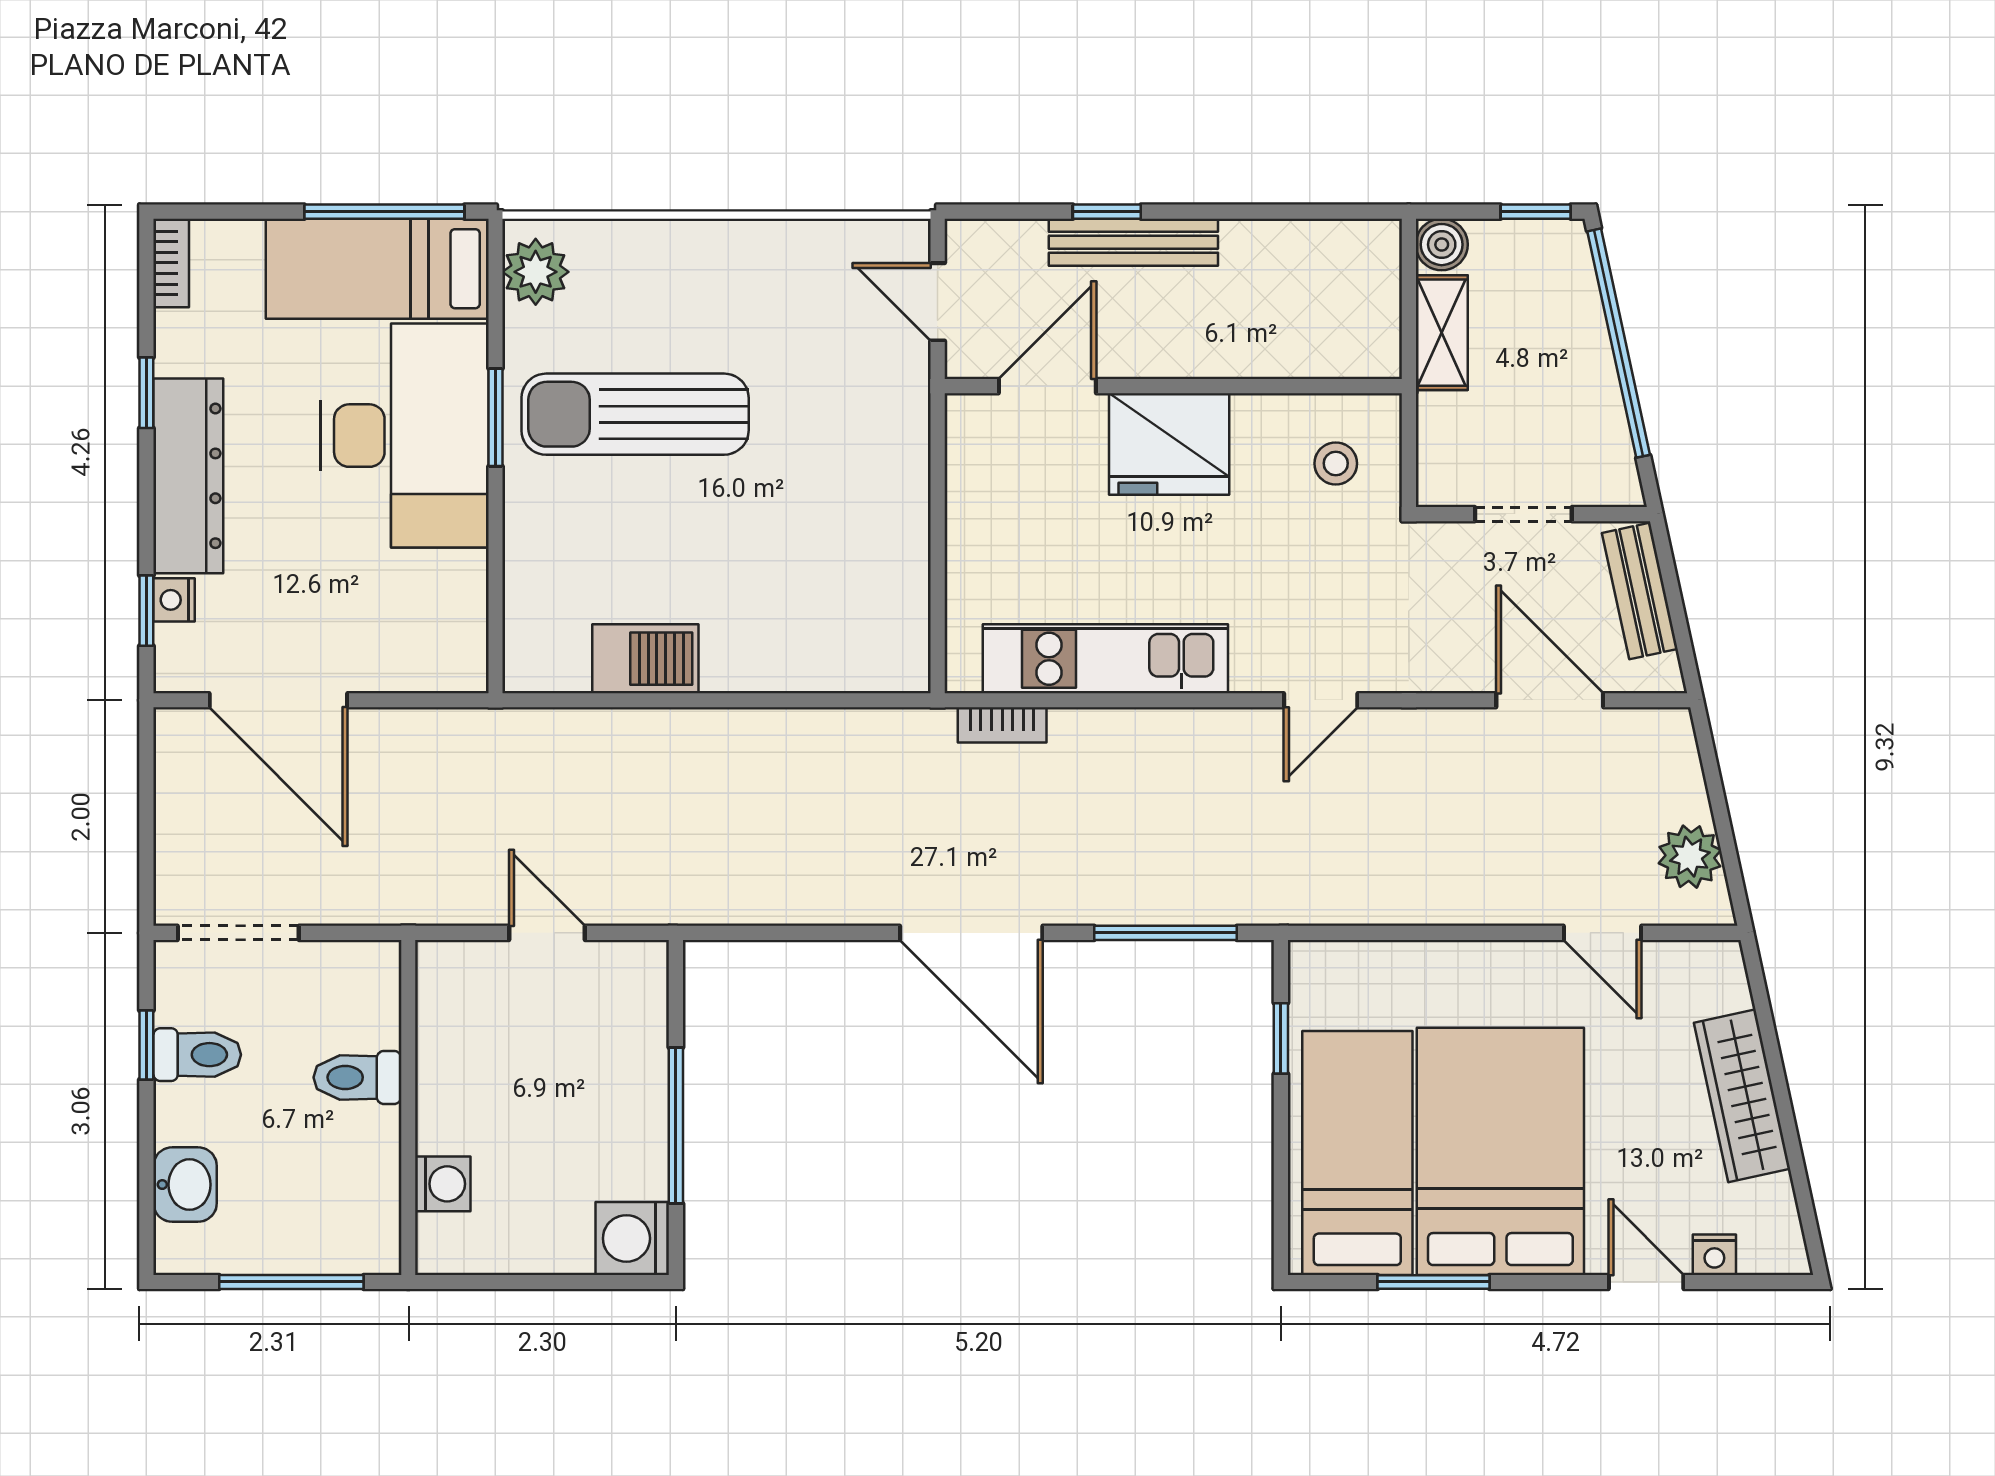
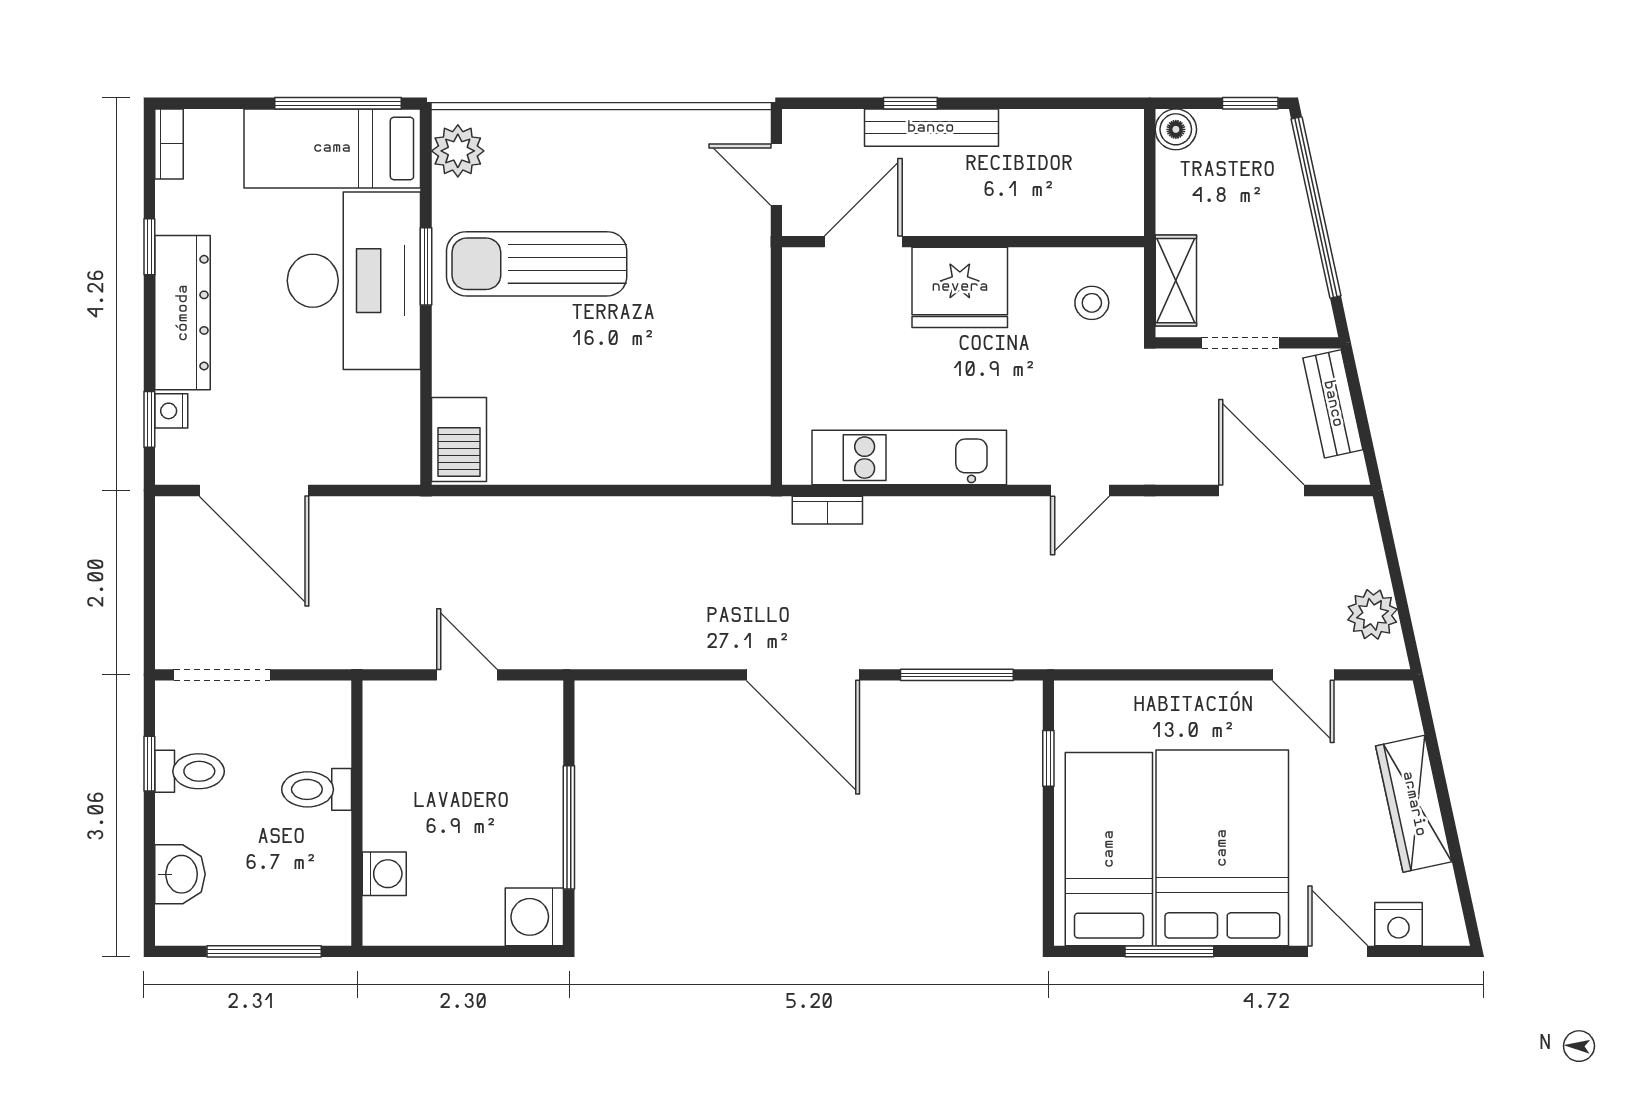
shelving: (1442, 333) -> (1176, 281), moved
barbecue: (645, 659) -> (459, 439), moved, turned 90
nightstand: (1714, 1255) -> (1398, 924), width x1.39, depth x1.35

